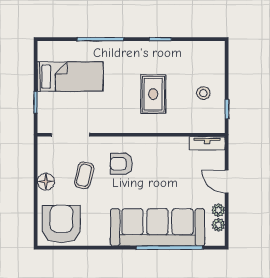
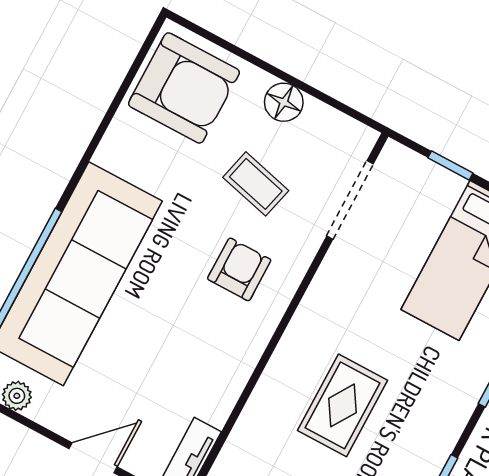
rug: (153, 94) -> (342, 405), turned 90
plant: (218, 210) -> (46, 411), removed

